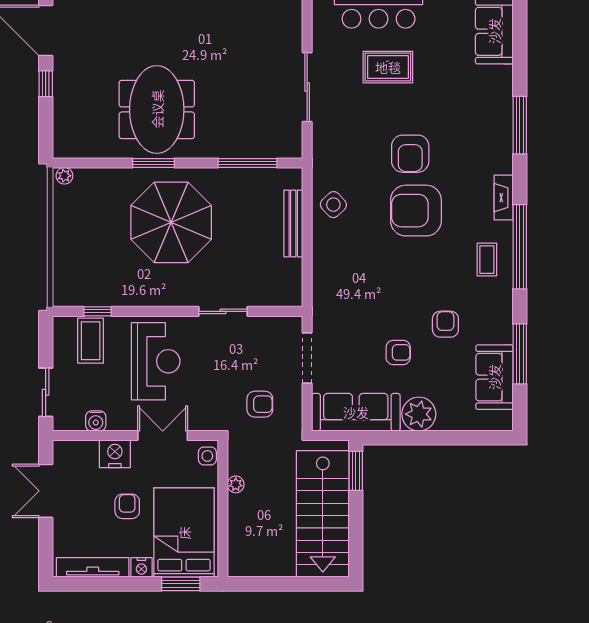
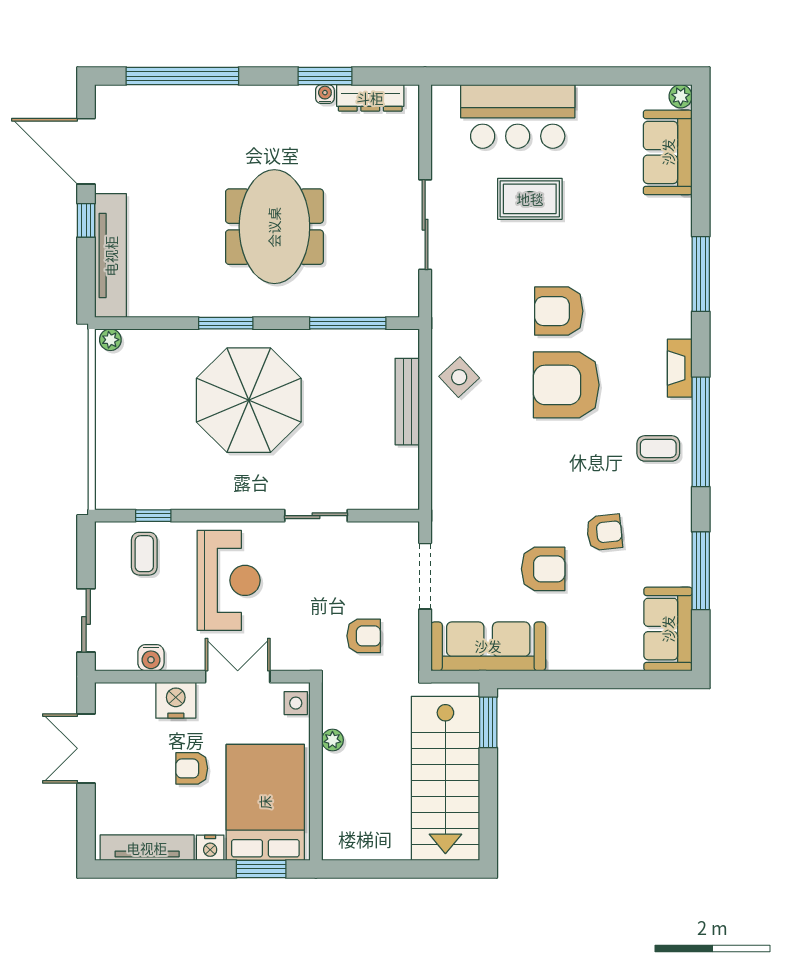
meeting table: (157, 109) -> (274, 227), moved
tv unit: (65, 111) -> (111, 256), added
armchair: (410, 154) -> (559, 311), turned 90
coffee table: (487, 260) -> (658, 448), turned 90
armchair: (445, 324) -> (604, 532), turned 84
coffee table: (91, 341) -> (144, 554), width x0.73, depth x0.77
armchair: (398, 352) -> (543, 569), width x1.38, depth x1.38
sofa: (494, 377) -> (668, 629), moved
plant: (419, 414) -> (570, 649), removed
armchair: (127, 506) -> (192, 768), turned -90

